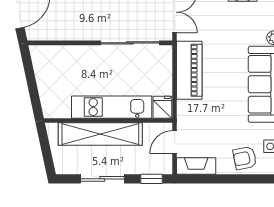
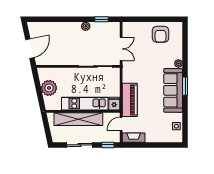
piano: (189, 70) -> (130, 100), moved
plant: (50, 80) -> (49, 88), added
armchair: (245, 158) -> (162, 133), removed

